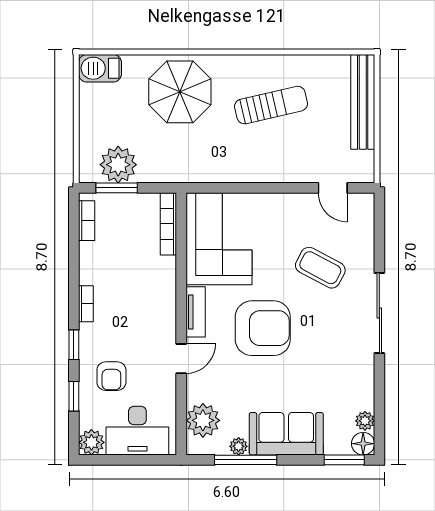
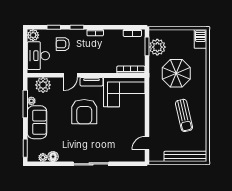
parasol: (180, 92) -> (176, 73), moved
coffee table: (320, 268) -> (111, 137), removed
door: (181, 359) -> (71, 75), hinge flipped
floor lamp: (363, 444) -> (53, 157), moved

